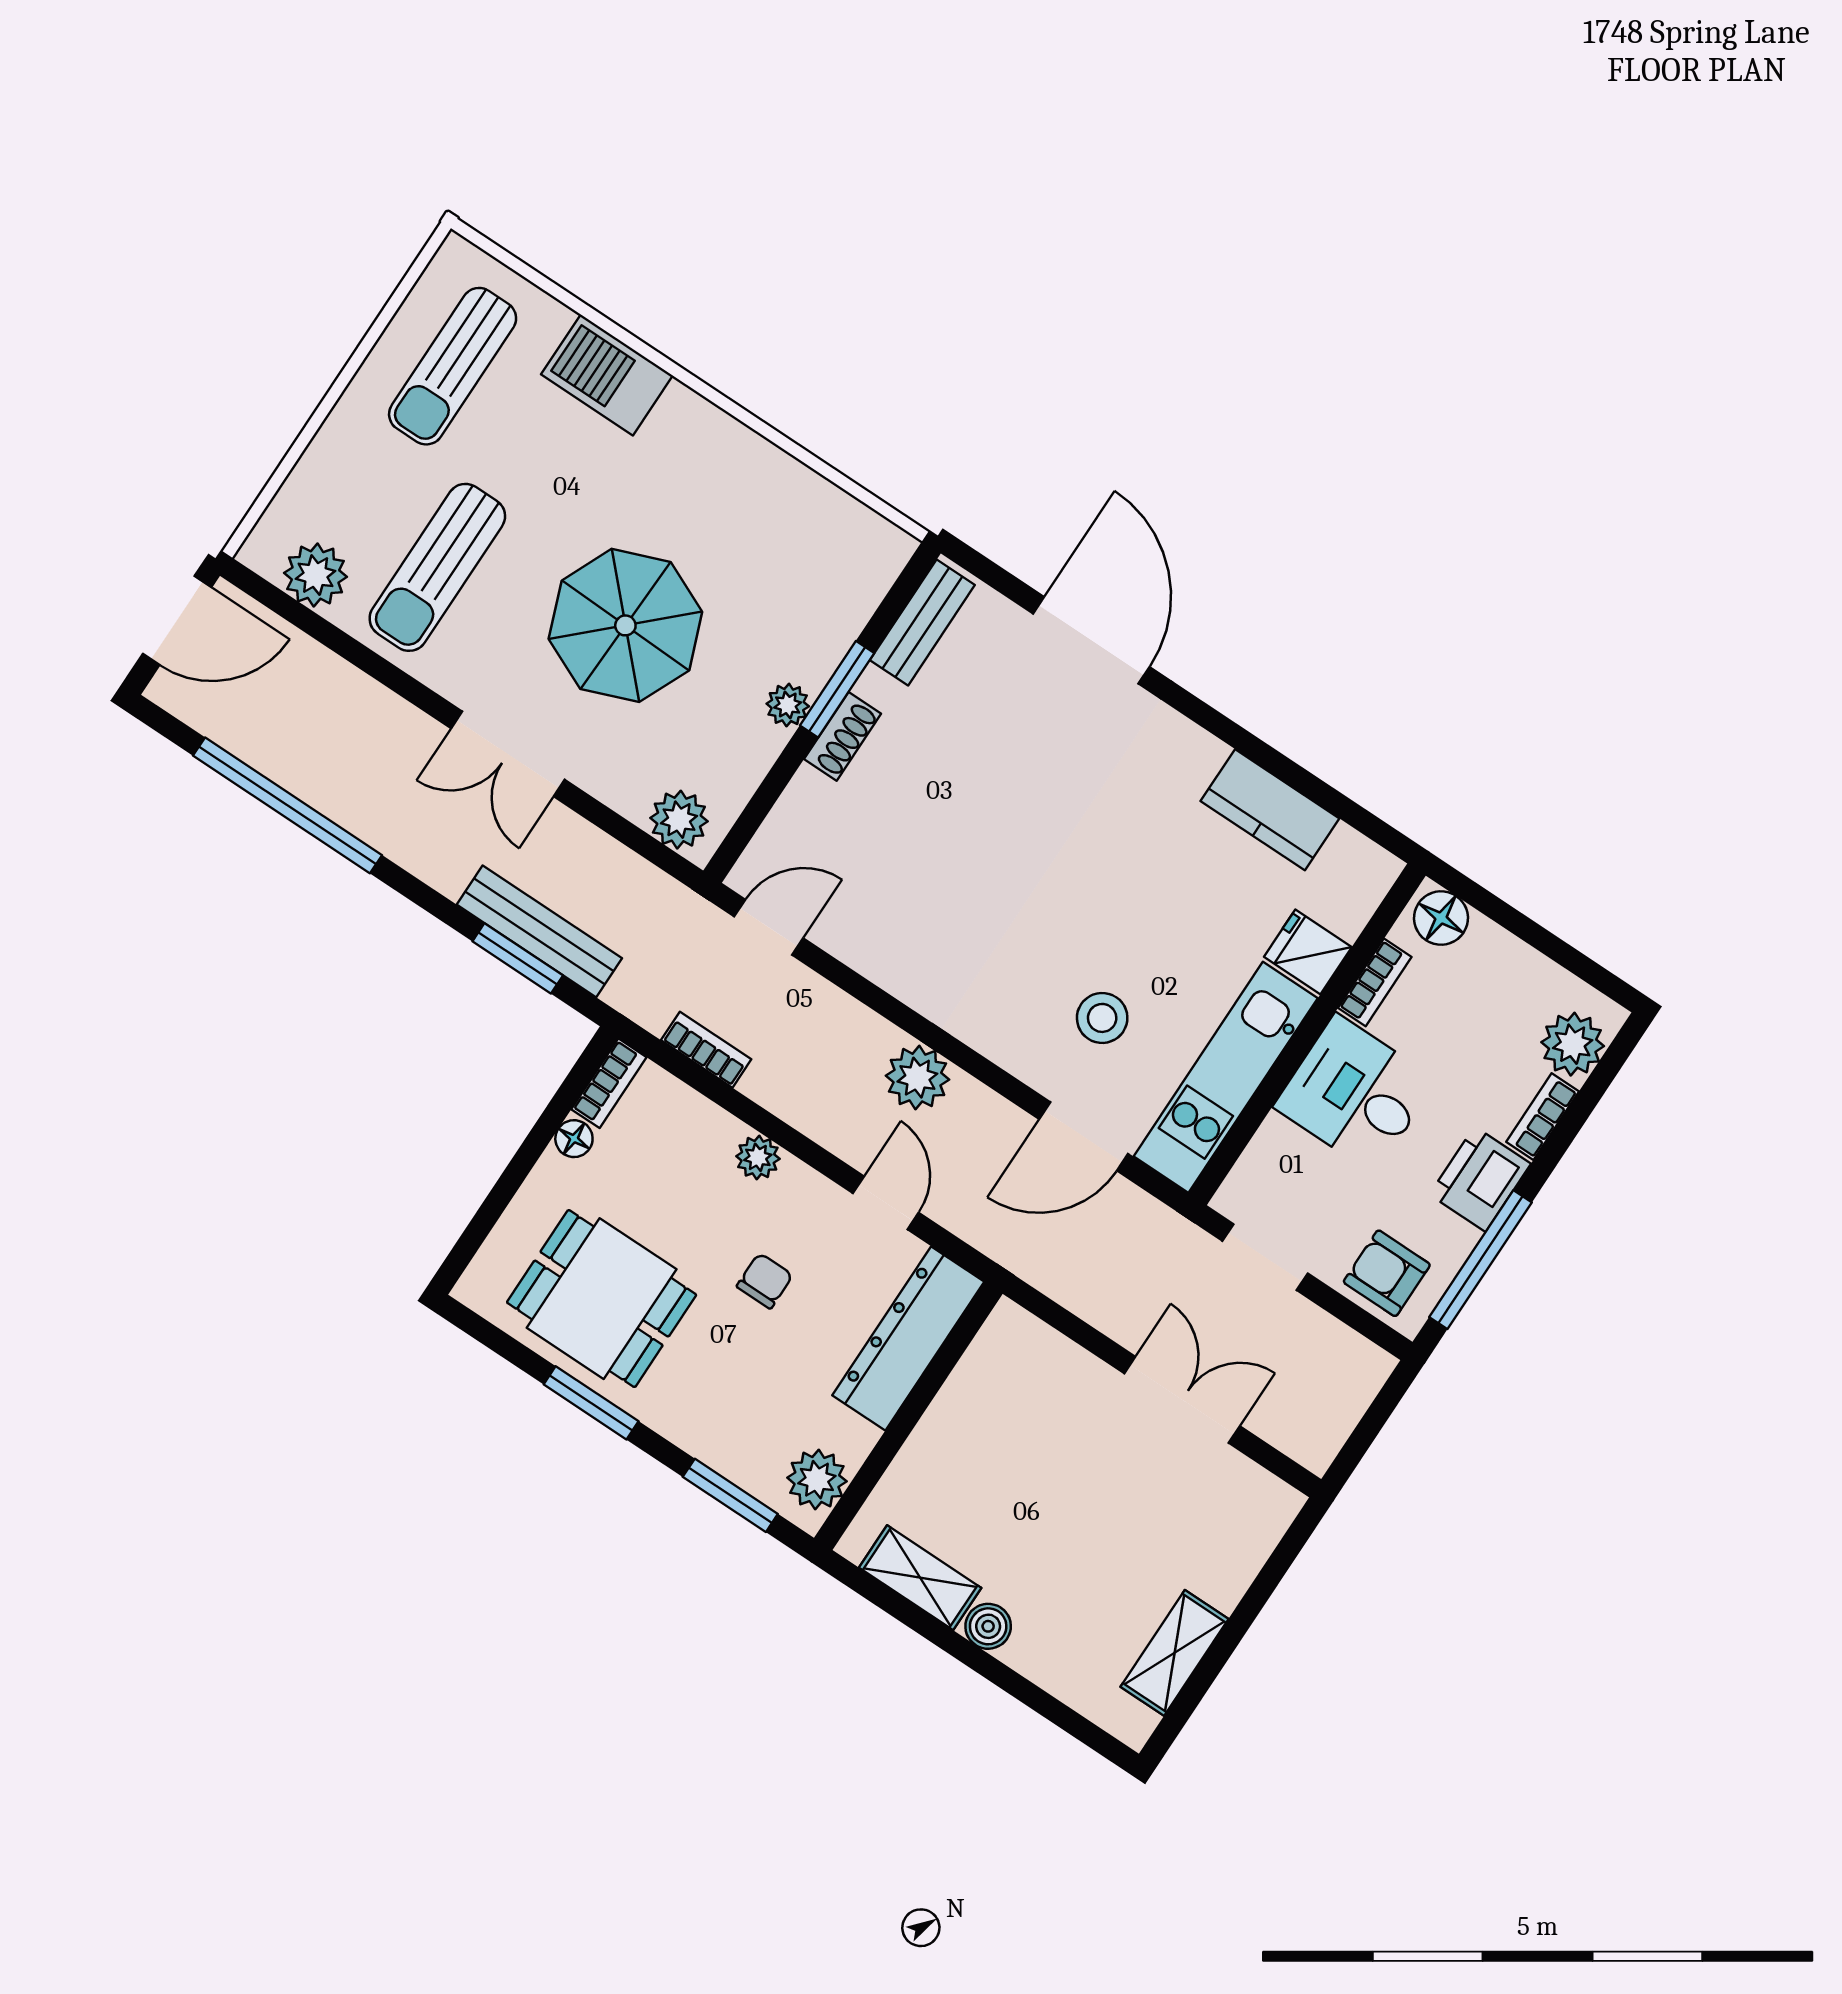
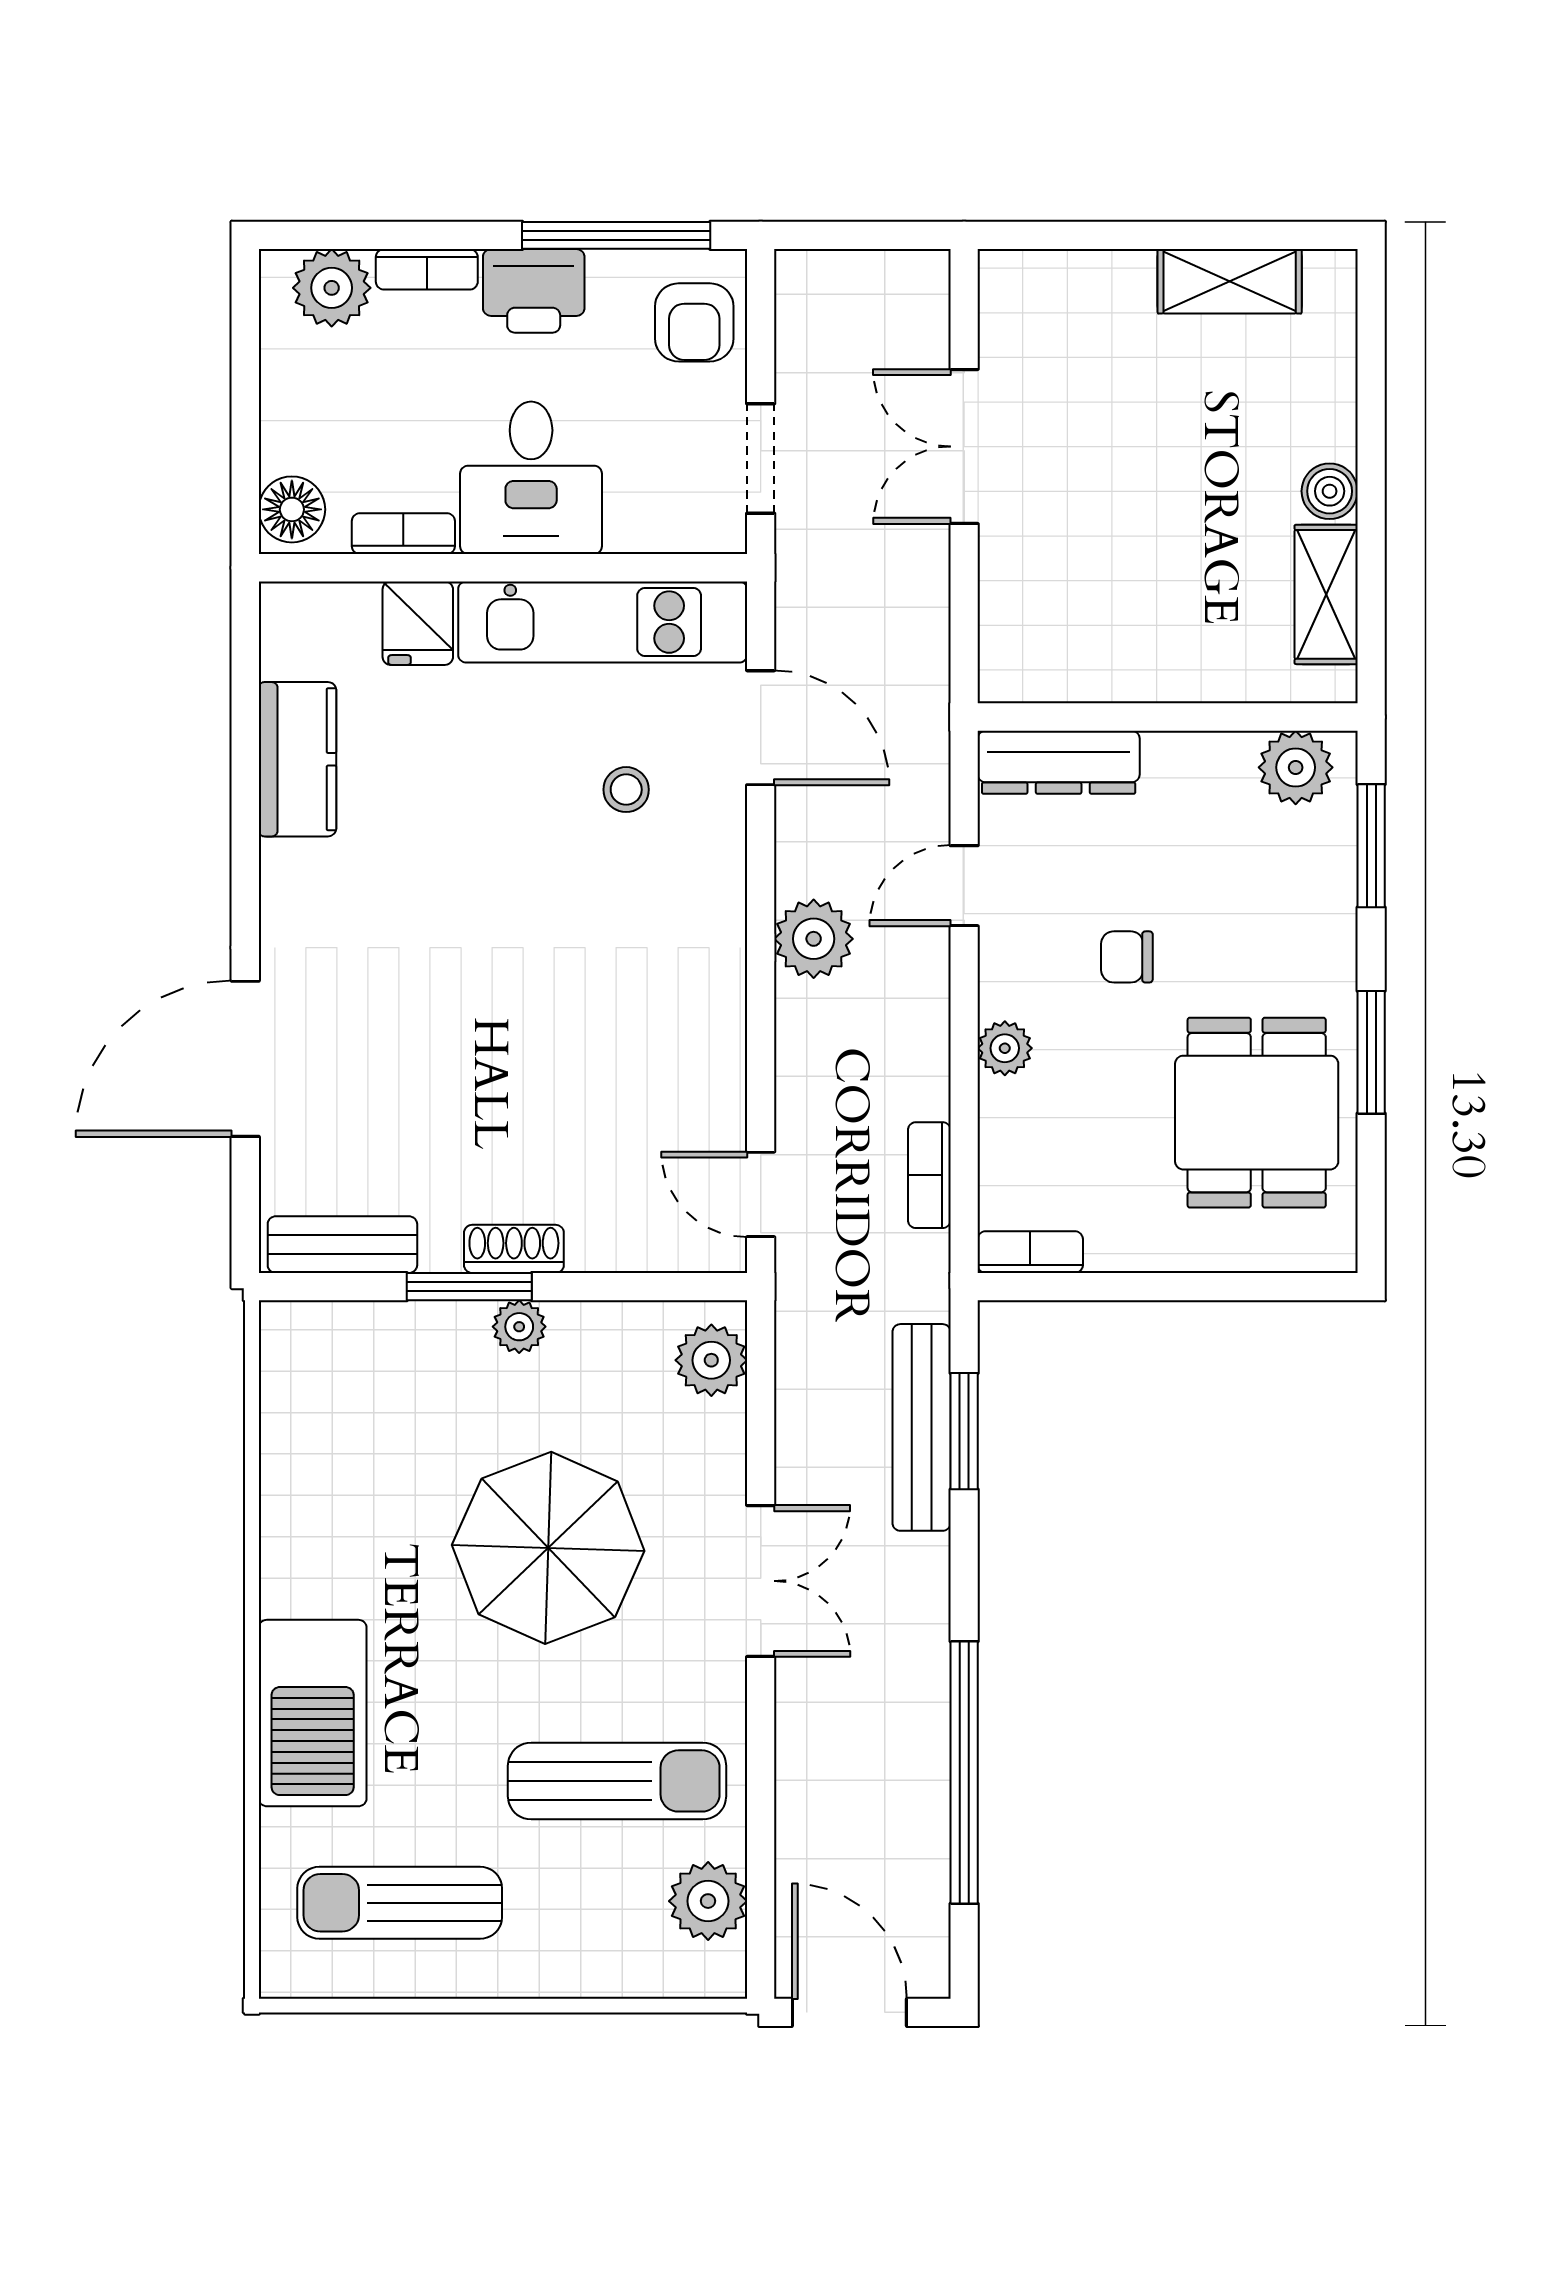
sun lounger: (453, 366) -> (400, 1903), turned 180
barbecue: (607, 375) -> (313, 1713), width x1.37, depth x1.21
stool: (1102, 1018) -> (626, 790), width x0.73, depth x0.73
floor lamp: (574, 1139) -> (1111, 1250), removed
dresser: (908, 1338) -> (1059, 762), width x0.73, depth x0.80

